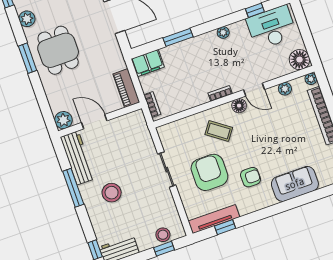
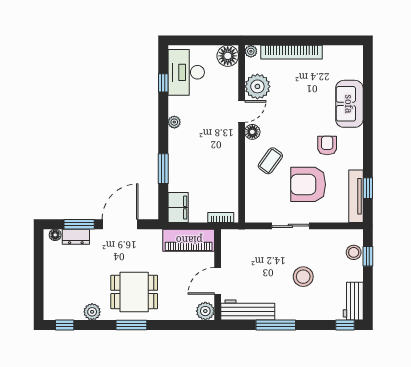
piano: (126, 88) -> (189, 240), width x1.37, depth x1.33
plant: (285, 89) -> (257, 86), width x1.87, depth x1.87
bookcase: (220, 93) -> (234, 146), removed
stool: (112, 193) -> (303, 277), moved

